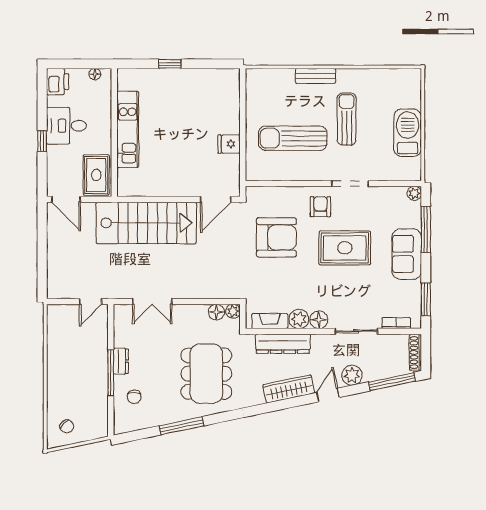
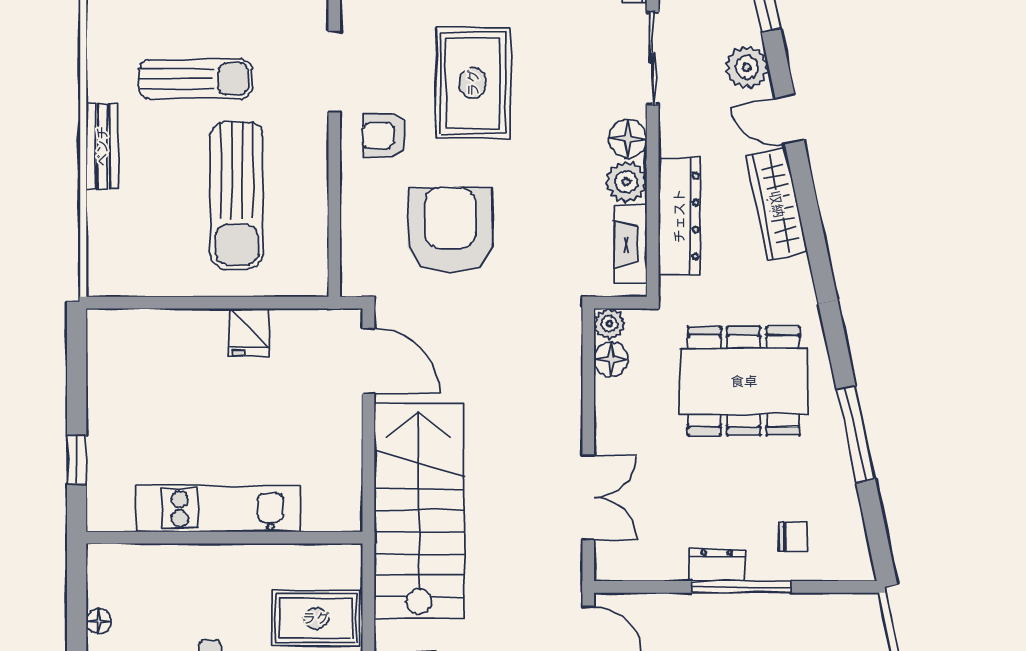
sun lounger: (347, 119) -> (195, 79), turned 180
kitchen unit: (128, 129) -> (218, 509), moved
wall: (114, 132) -> (224, 538), moved

